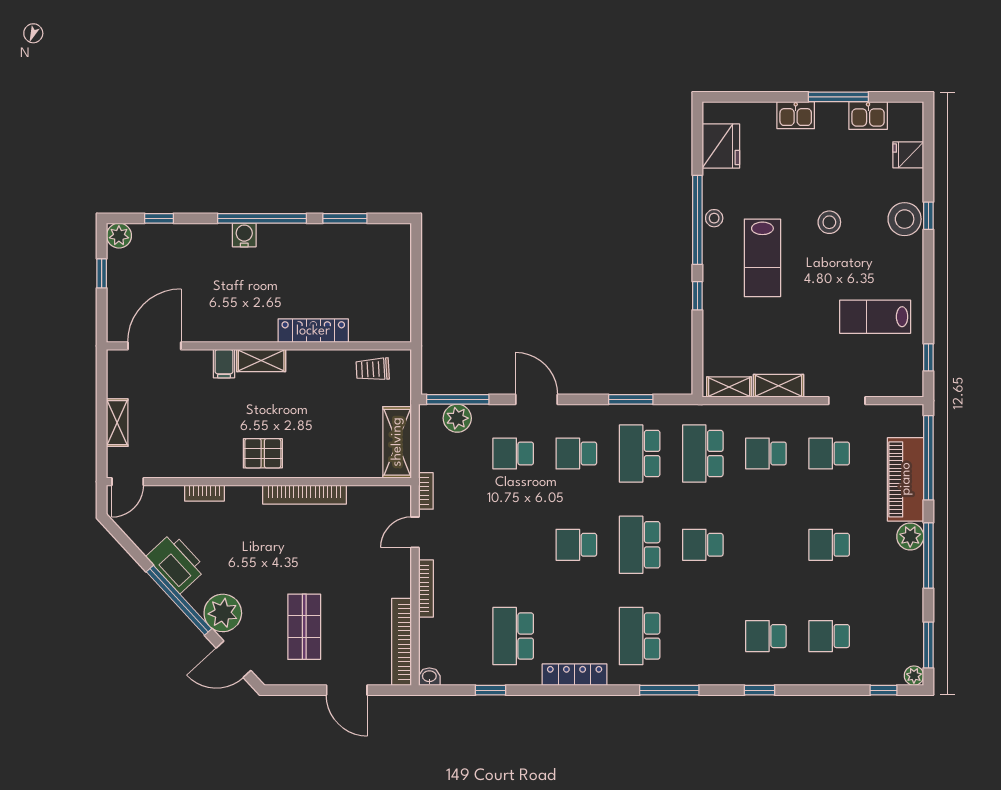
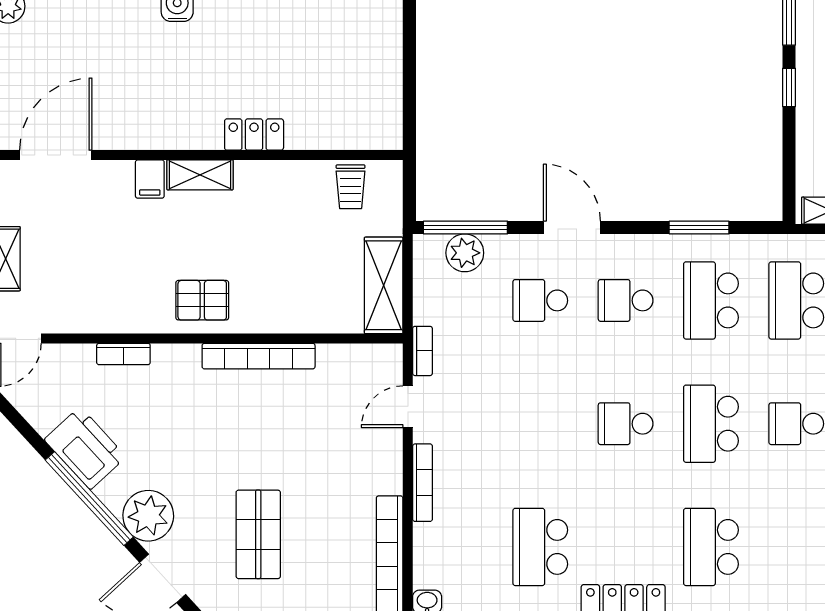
locker: (313, 331) -> (254, 135), width x0.66
trolley: (373, 369) -> (351, 187), turned -87

